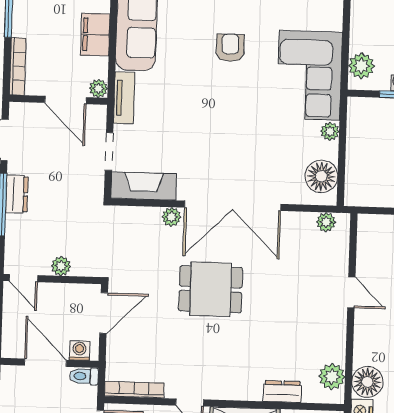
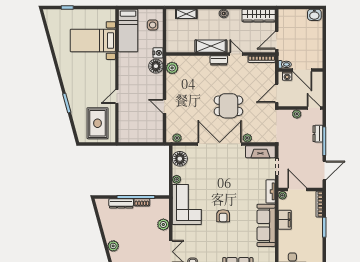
plant: (361, 66) -> (163, 224), moved
dresser: (17, 194) -> (318, 134), moved
dresser: (282, 391) -> (219, 60), moved

